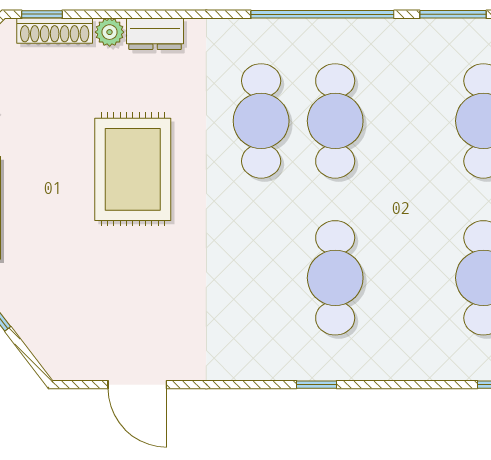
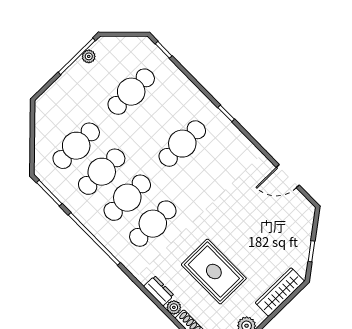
cafe table: (409, 121) -> (102, 172), added
rug: (133, 169) -> (214, 271), moved, turned 90
door: (137, 385) -> (288, 176), swing flipped

